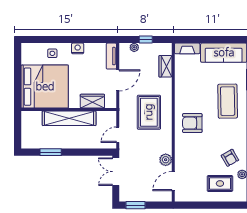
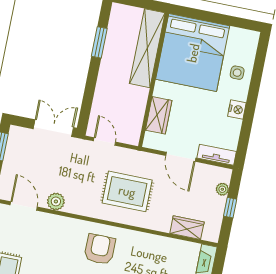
shelving: (69, 118) -> (147, 48), moved

